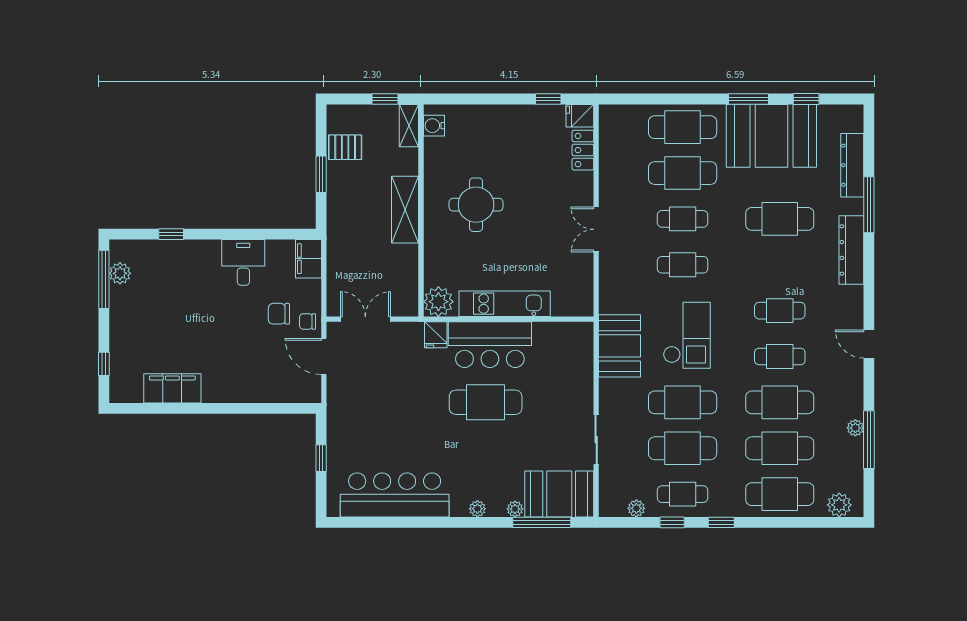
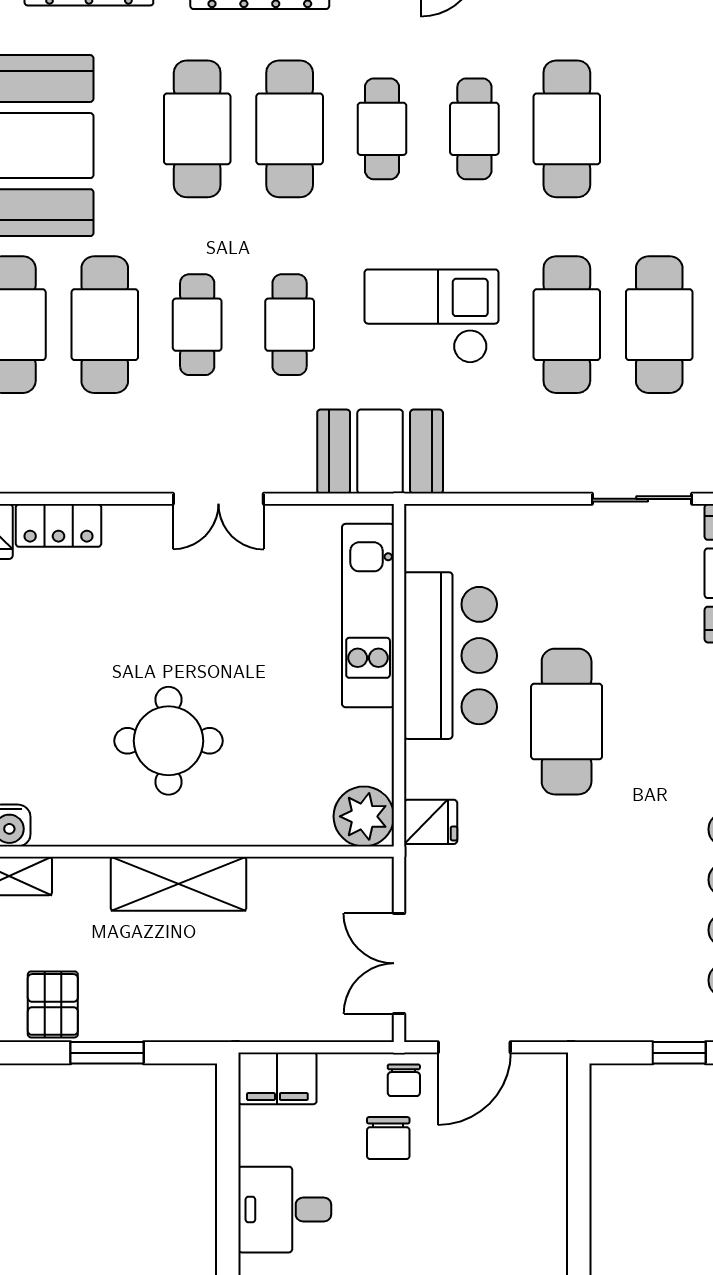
kitchen unit: (505, 304) -> (368, 616), moved
bar counter: (490, 345) -> (450, 656), moved
booth: (620, 346) -> (380, 452), moved
cafe table: (780, 448) -> (290, 129), moved

